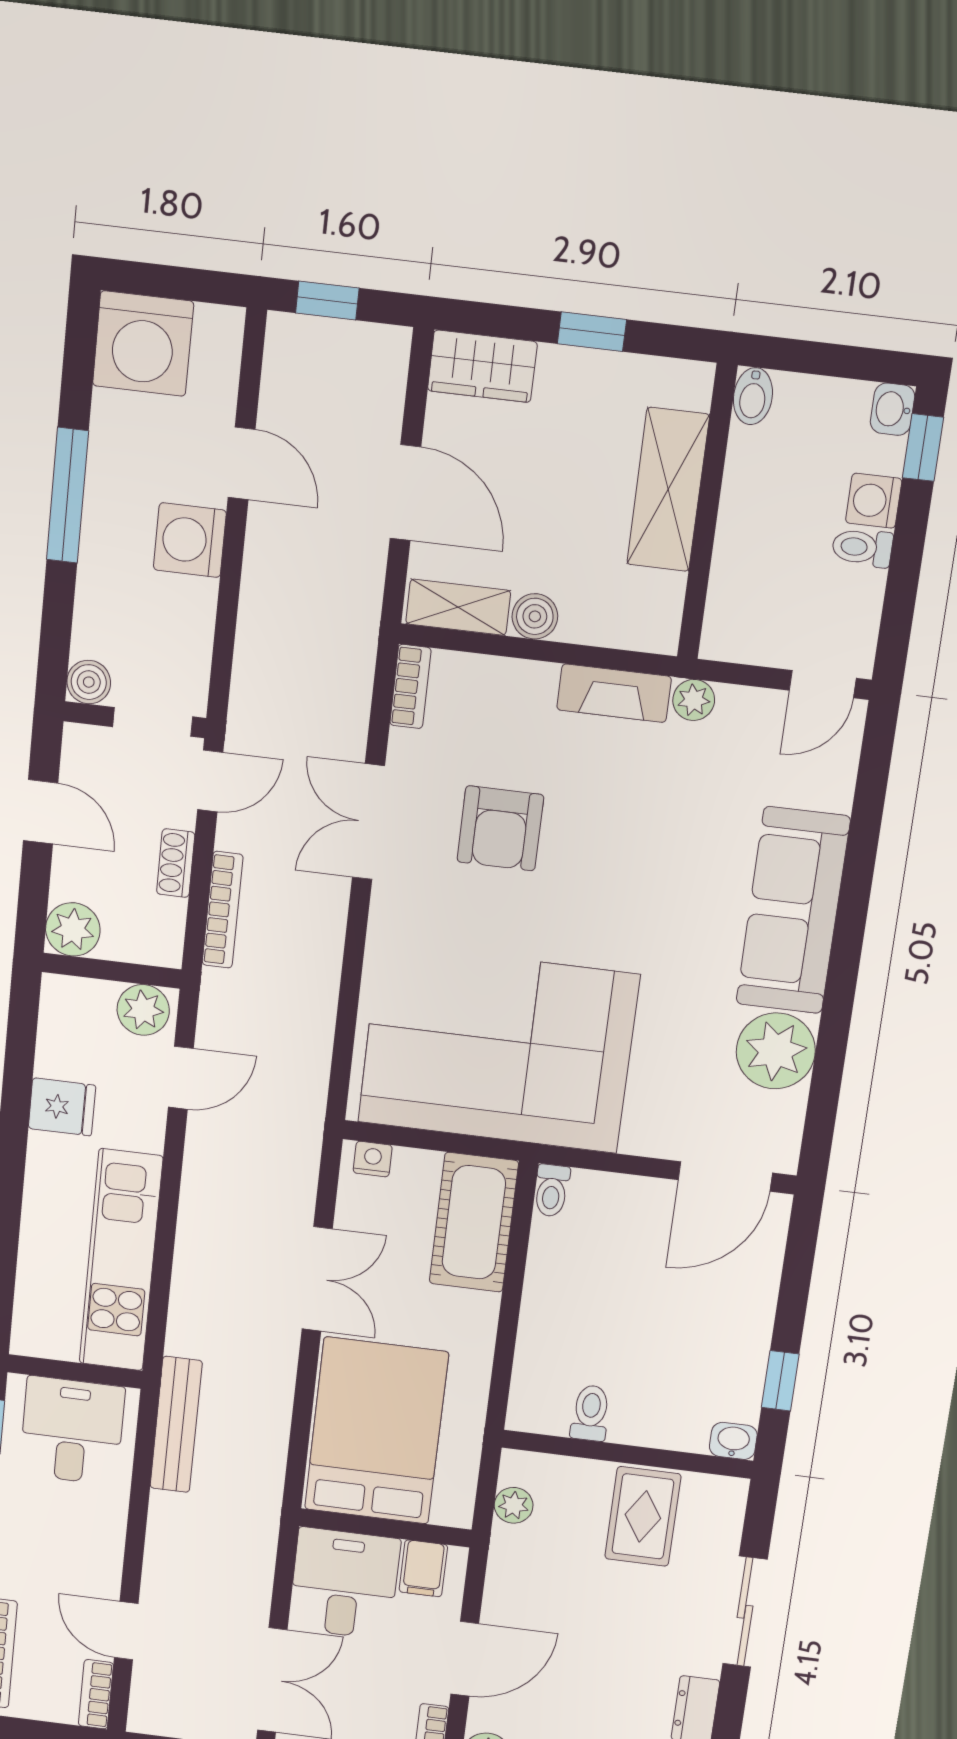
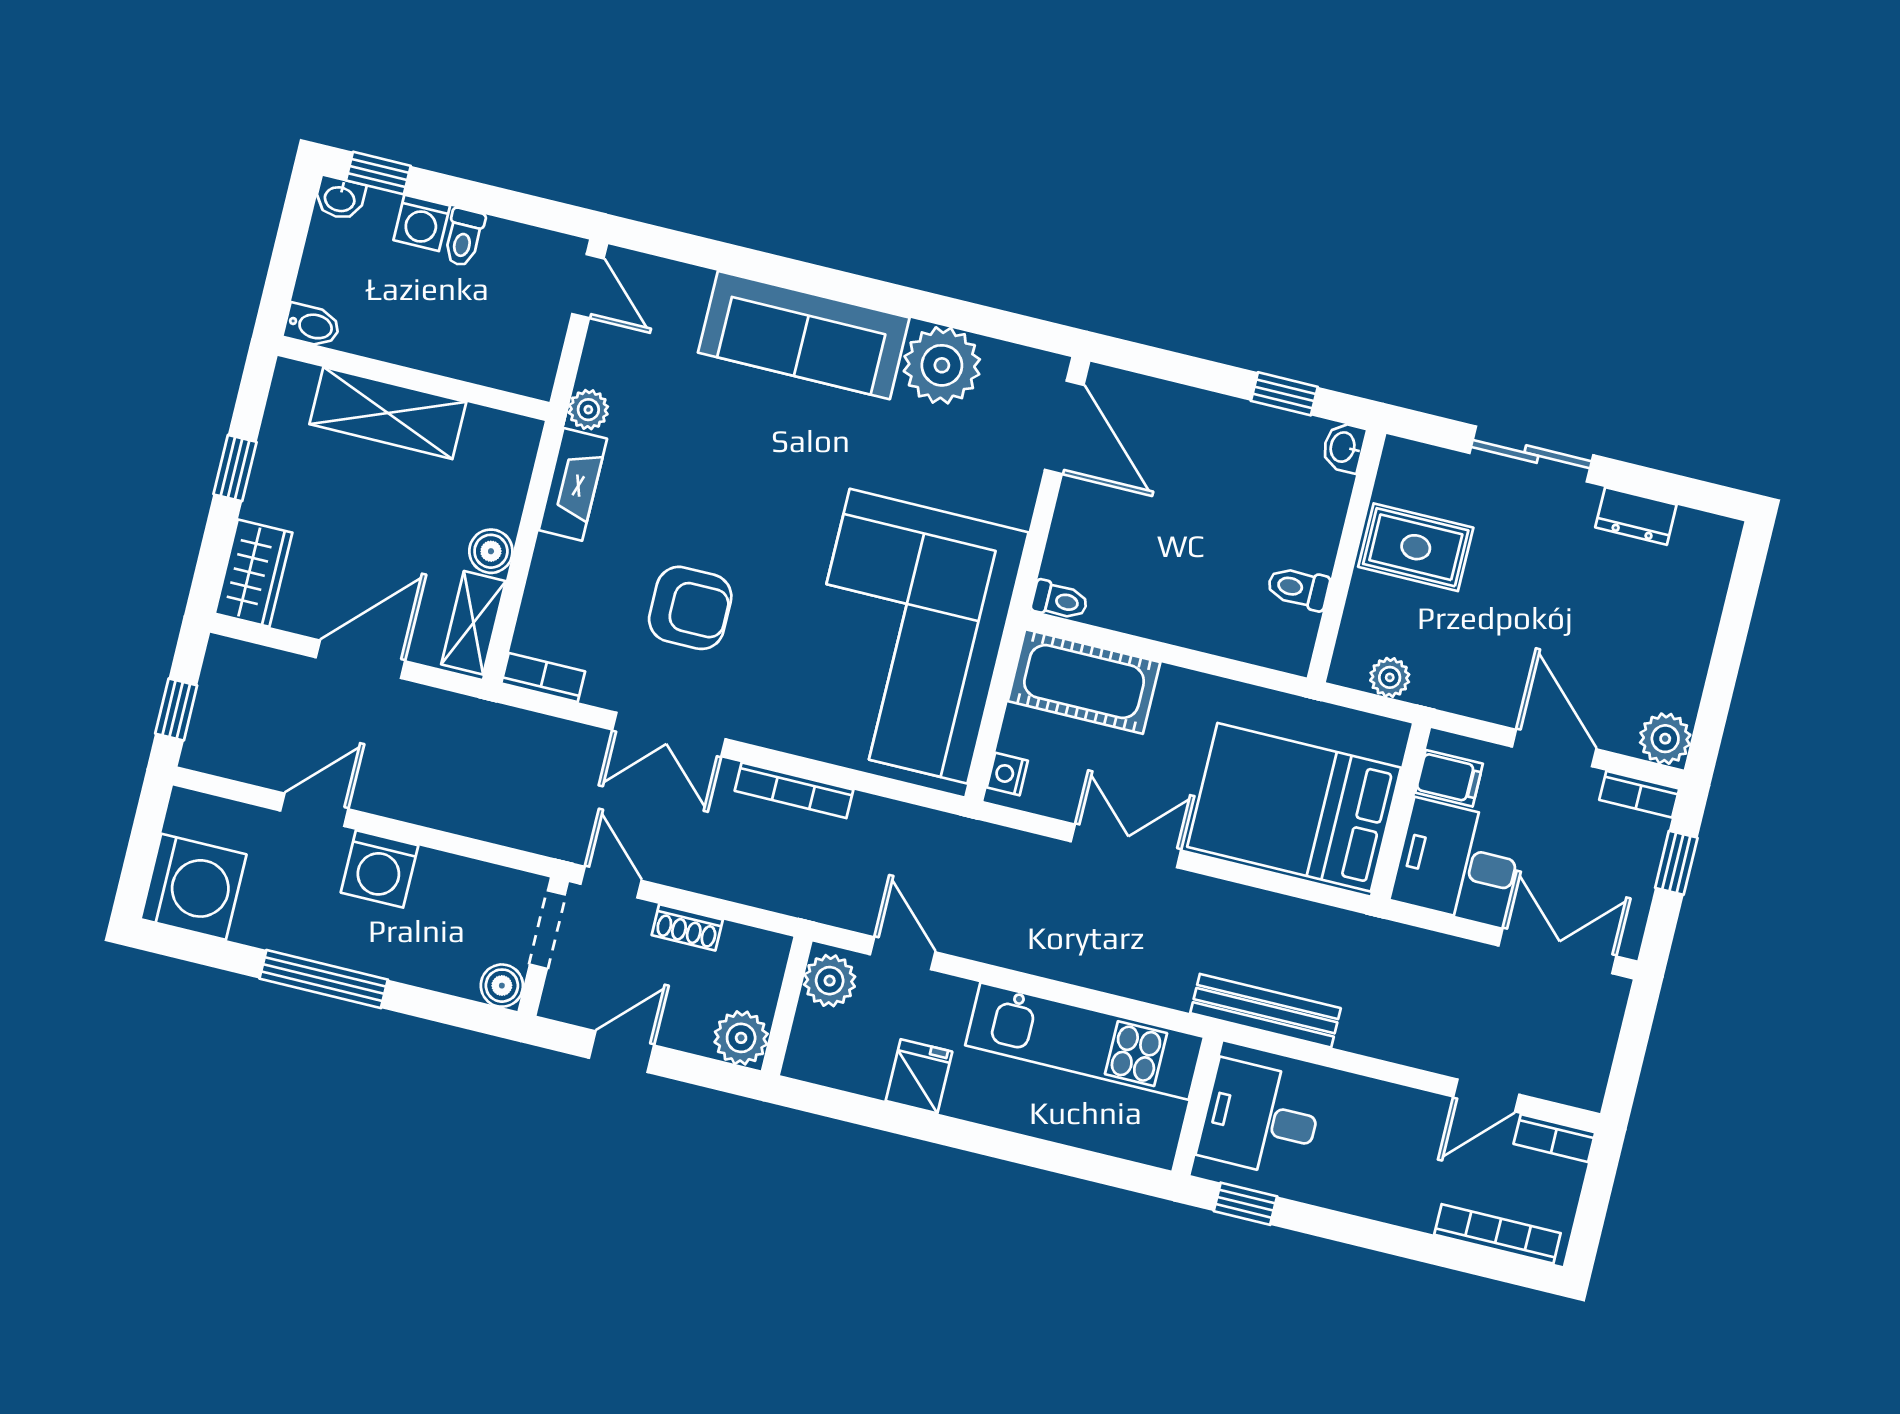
bookcase: (223, 910) -> (794, 790), moved, turned 180

